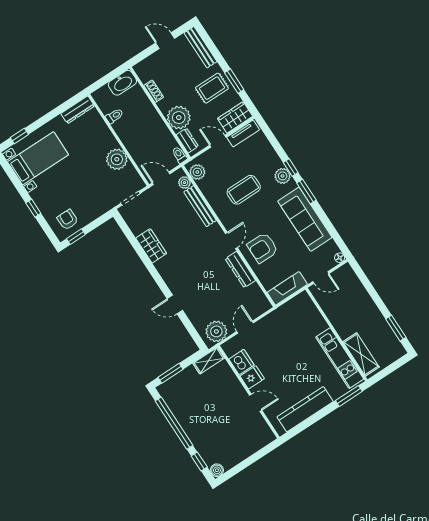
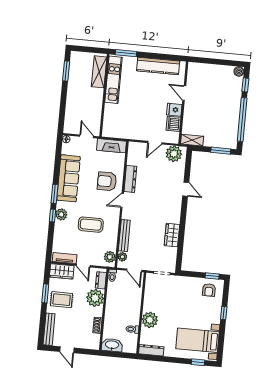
plant: (117, 159) -> (150, 320), moved
armchair: (263, 248) -> (107, 181), turned 180

